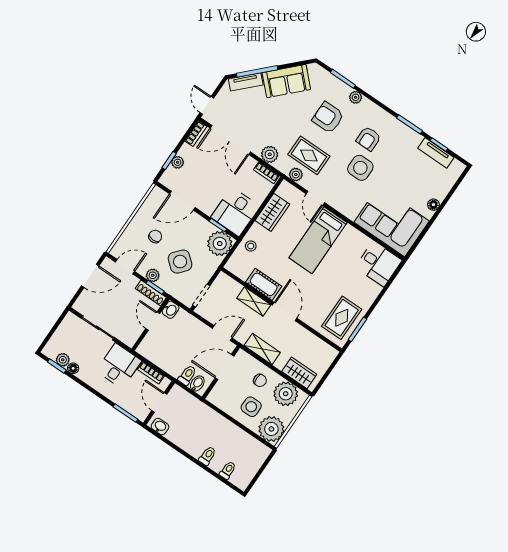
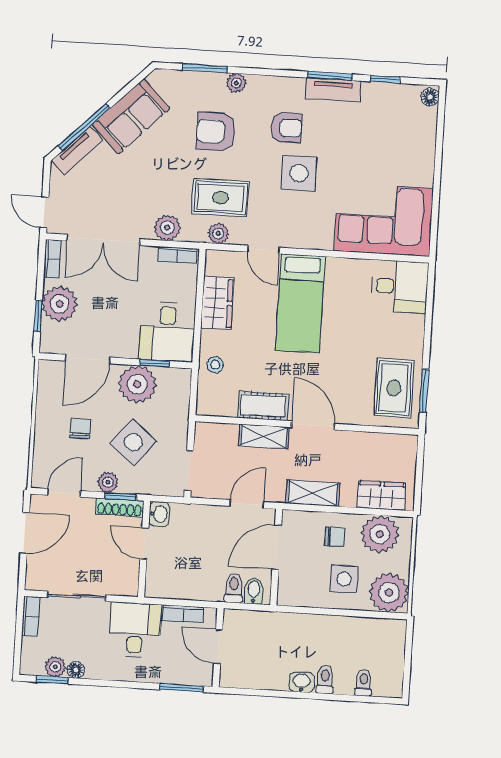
armchair: (368, 139) -> (287, 128), turned -90
tv unit: (436, 153) -> (333, 90), moved
plant: (178, 162) -> (60, 304), width x1.87, depth x1.87
floor lamp: (433, 205) -> (430, 97), moved
plant: (220, 244) -> (137, 384), moved
bookcase: (66, 324) -> (31, 616), added
washbasin: (160, 427) -> (302, 682), moved

